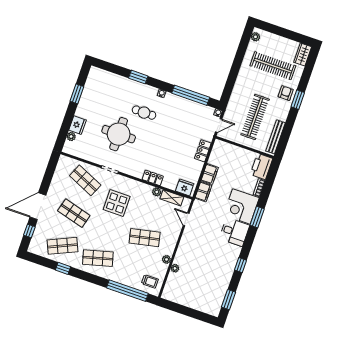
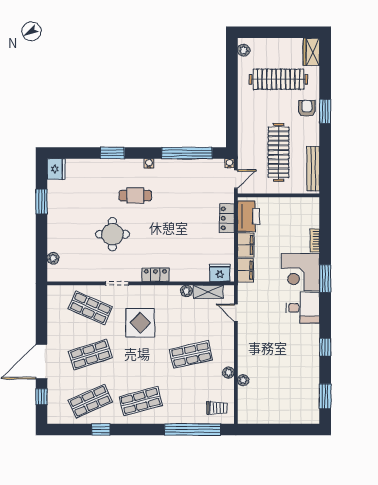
fridge: (77, 125) -> (56, 169), moved
round table: (119, 134) -> (112, 234), width x0.73, depth x0.73
printer: (261, 167) -> (249, 216), moved, turned 180
locker: (153, 178) -> (155, 275), moved
shop shelf: (74, 213) -> (90, 354), turned -33

